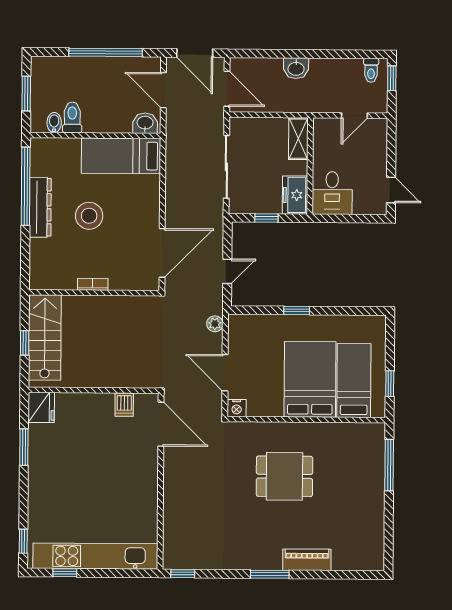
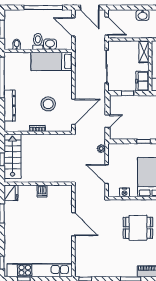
toilet: (72, 117) -> (38, 42), moved
washbasin: (145, 123) -> (50, 44), moved
dresser: (40, 207) -> (10, 106), moved
stool: (89, 216) -> (48, 104), moved
dishwasher: (124, 405) -> (42, 191), moved
nightstand: (237, 408) -> (124, 192), moved
door: (161, 424) -> (73, 224), moved

